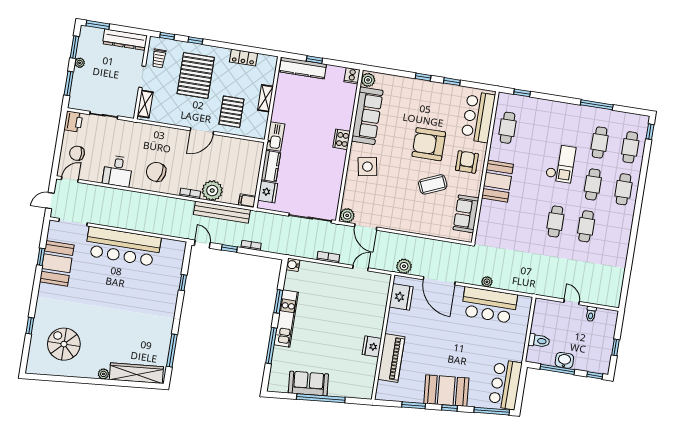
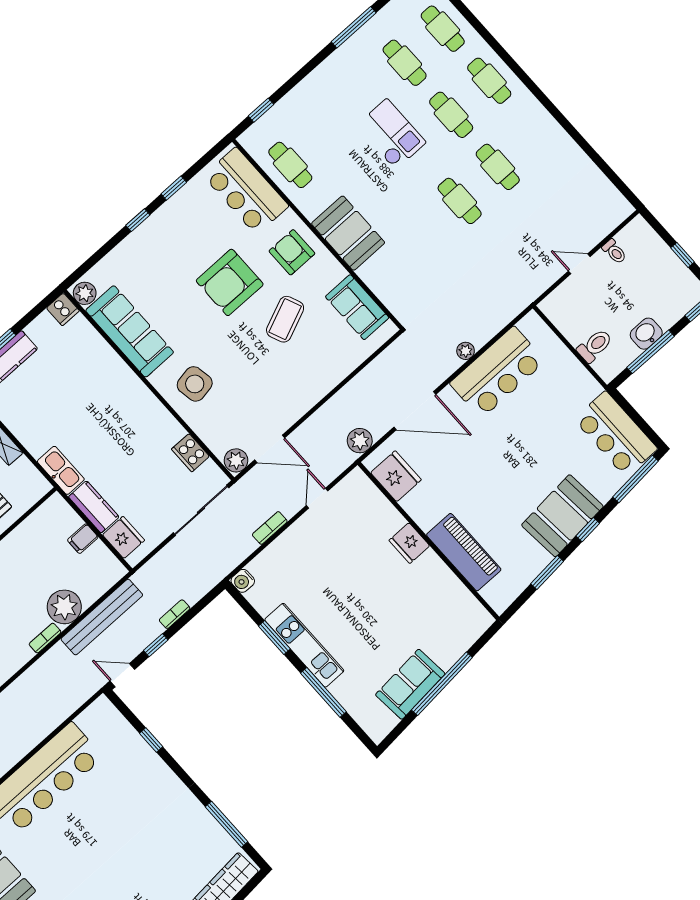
cooker: (342, 139) -> (190, 453), moved
filing cabinet: (247, 201) -> (83, 539), moved
fridge: (372, 346) -> (409, 543), moved

